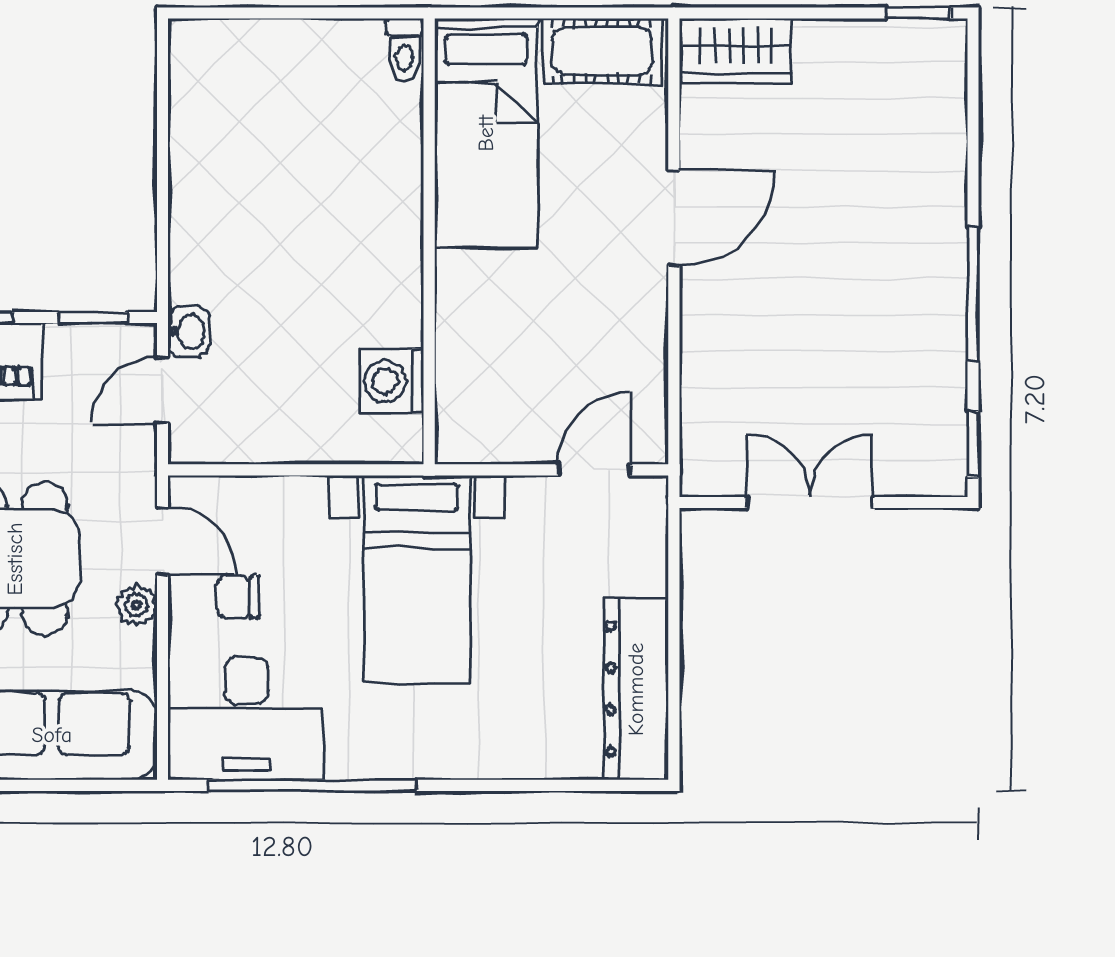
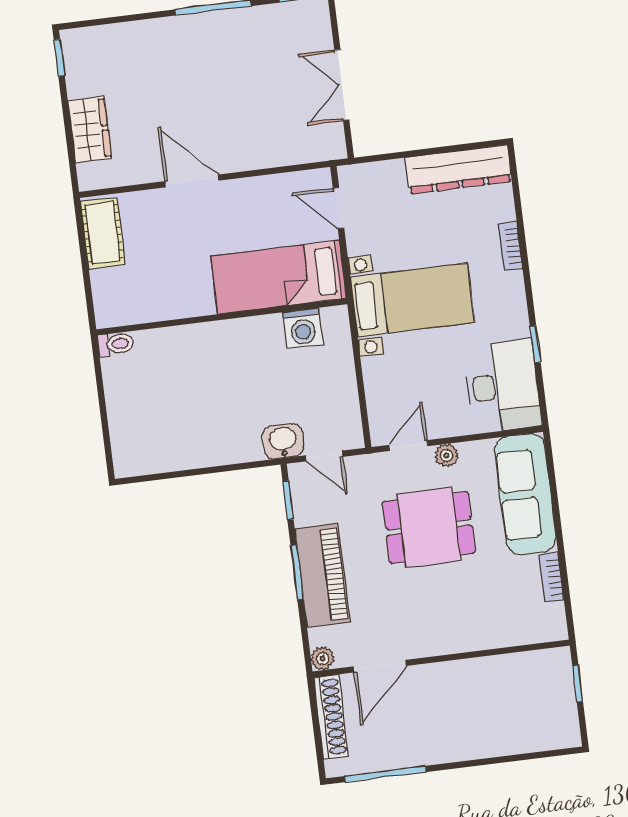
wardrobe: (736, 51) -> (90, 130), moved
bed: (486, 133) -> (279, 277), moved, turned 180
washbasin: (188, 331) -> (283, 441), width x1.38, depth x1.45
chair: (238, 597) -> (435, 399), removed
bookcase: (490, 763) -> (510, 246), added
window: (312, 785) -> (535, 344), width x0.32

